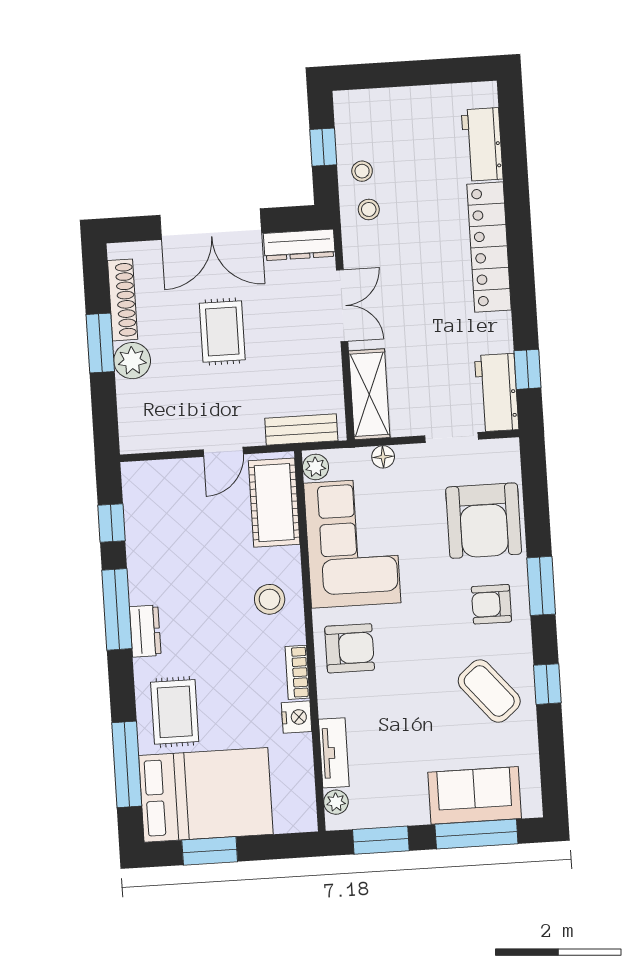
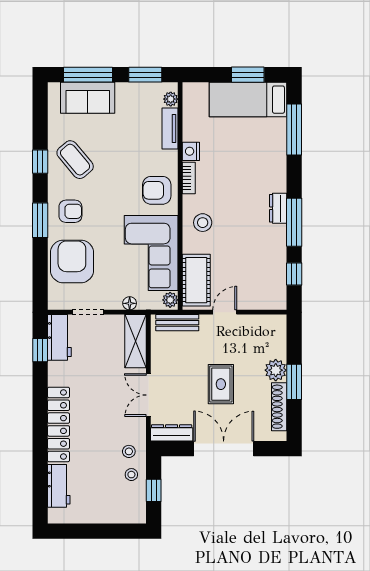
rug: (175, 712) -> (263, 159), removed
bed: (206, 795) -> (248, 100), width x0.67

